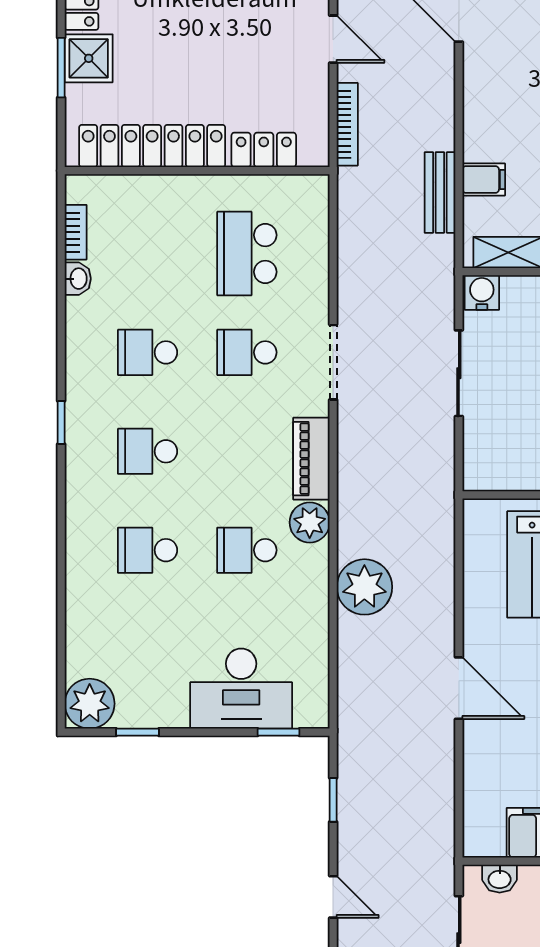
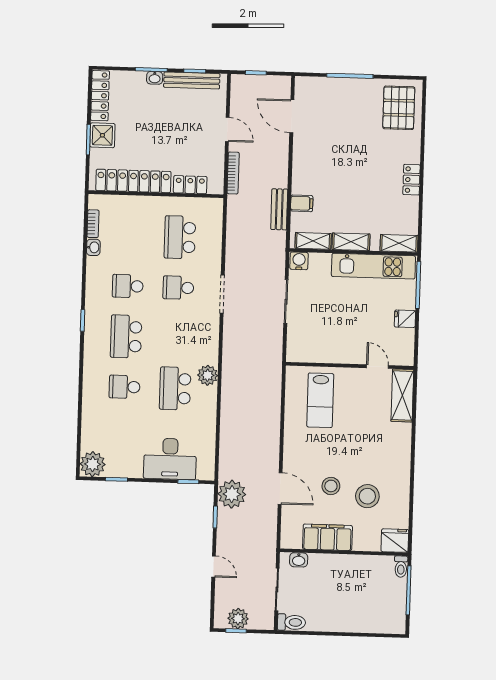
school desk: (148, 451) -> (126, 336), width x1.85
piano: (311, 459) -> (210, 343), removed
school desk: (247, 550) -> (175, 388), width x1.85
plant: (364, 587) -> (232, 494), moved
door: (459, 688) -> (280, 488), moved

